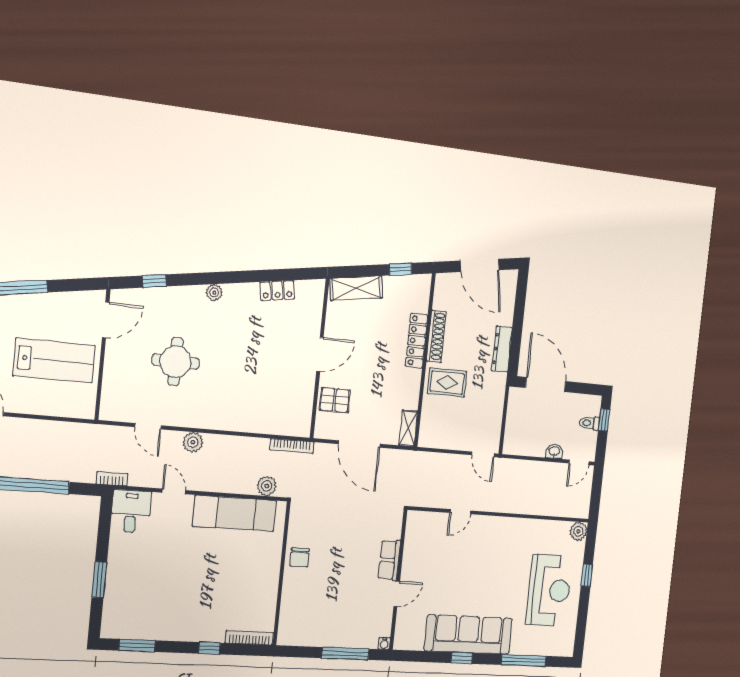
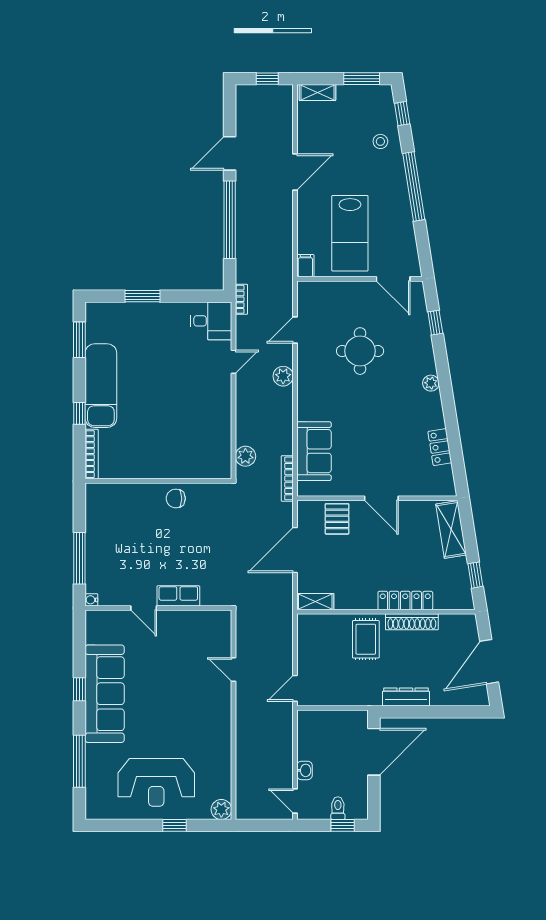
filing cabinet: (84, 410) -> (305, 266), added
sofa: (269, 417) -> (314, 451), added
exam couch: (235, 513) -> (101, 386), moved, turned 180

